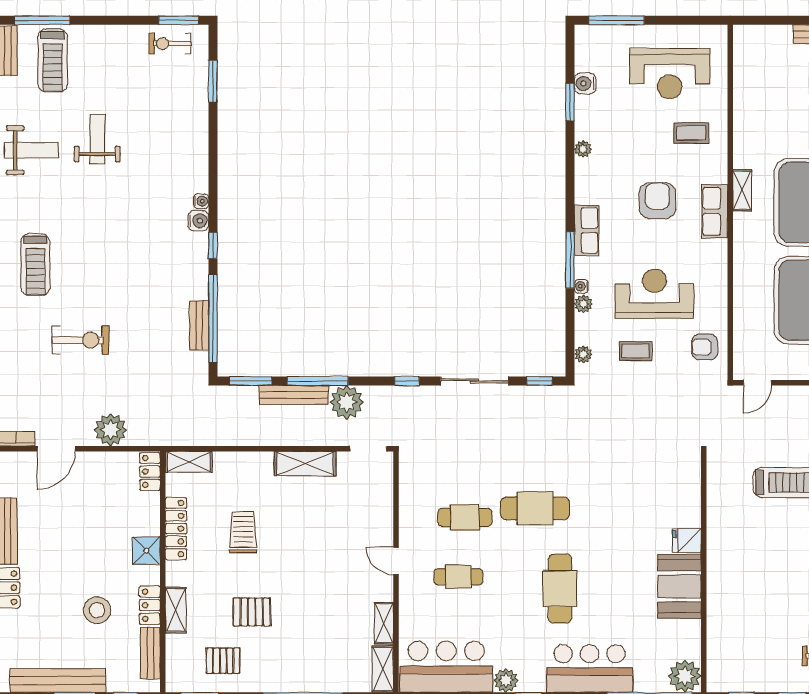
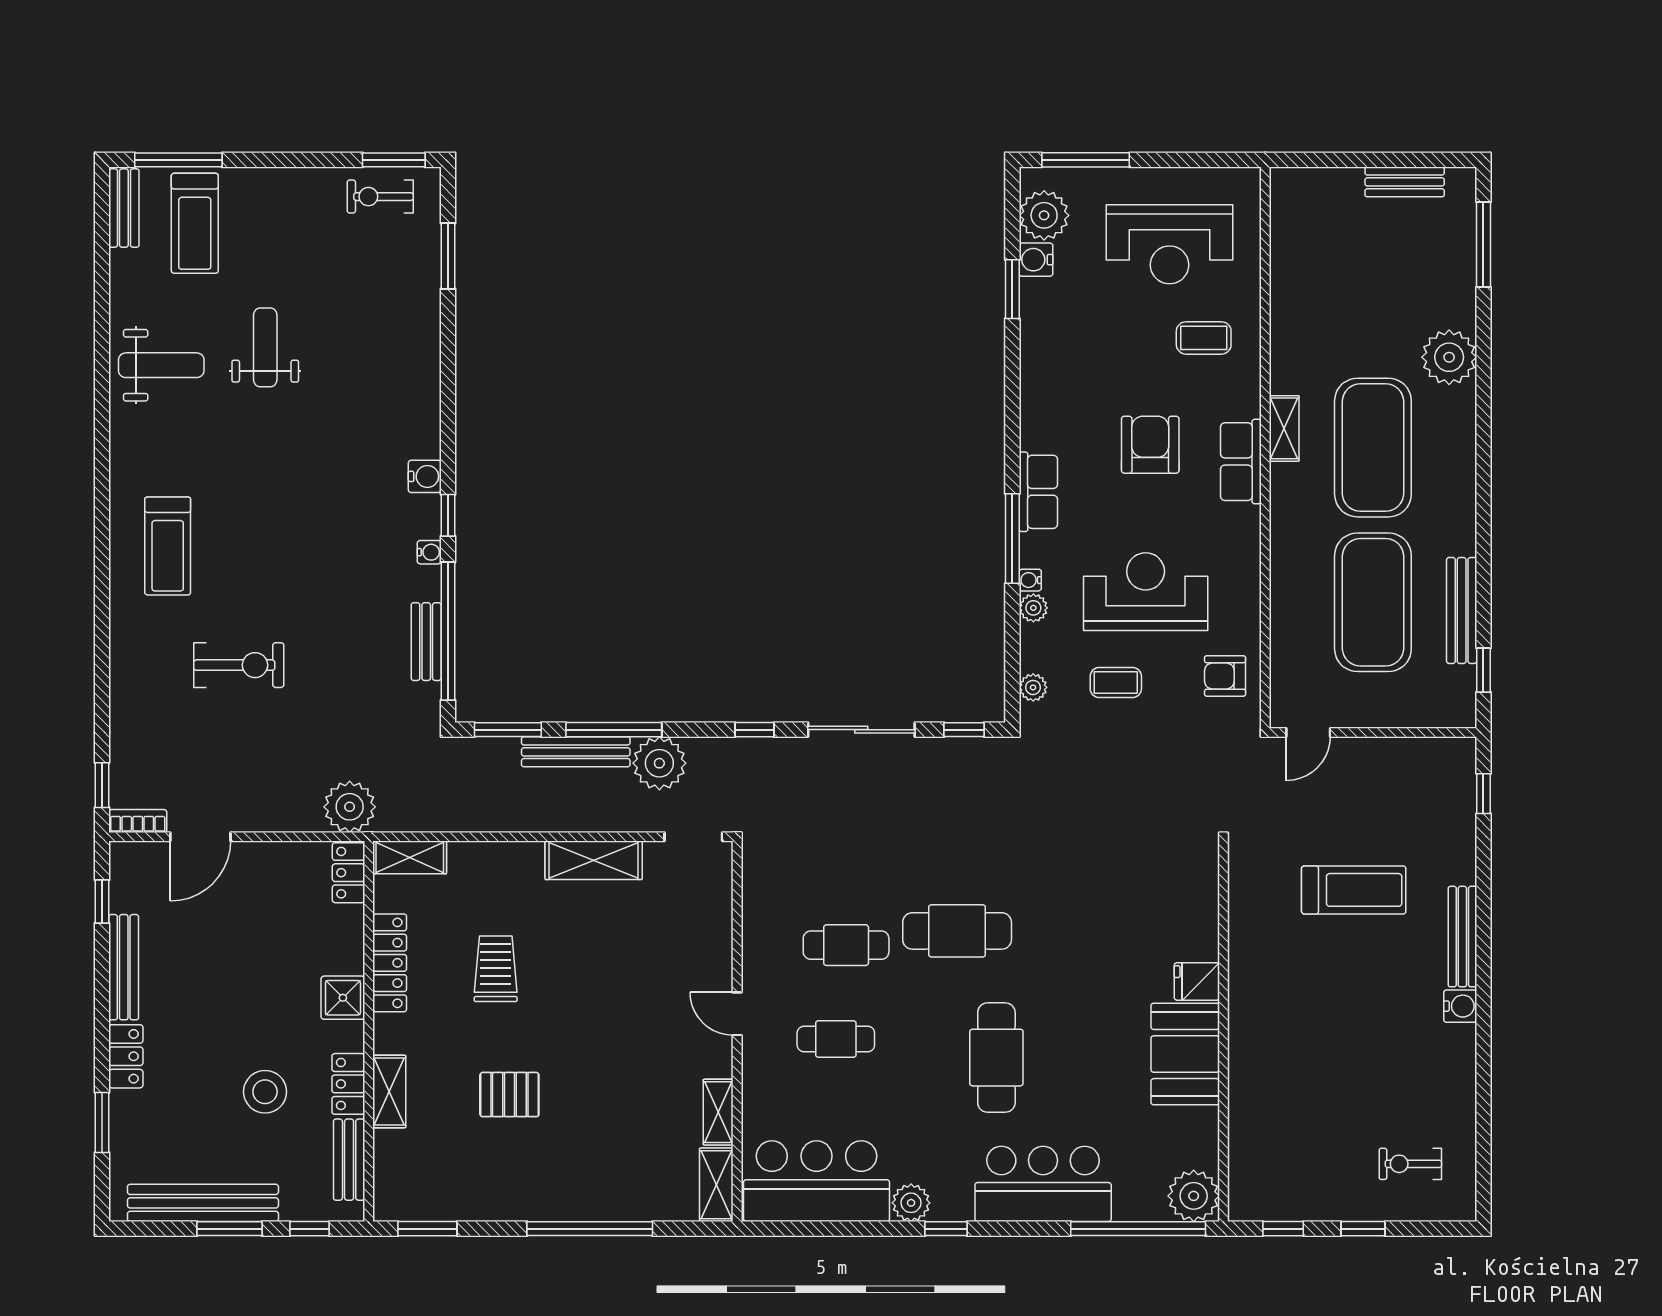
plant: (583, 149) -> (1044, 215), moved, width x1.88, depth x1.88
water cooler: (201, 201) -> (429, 552), moved
plant: (110, 430) -> (350, 807), moved
pallet: (223, 661) -> (464, 1172), removed

